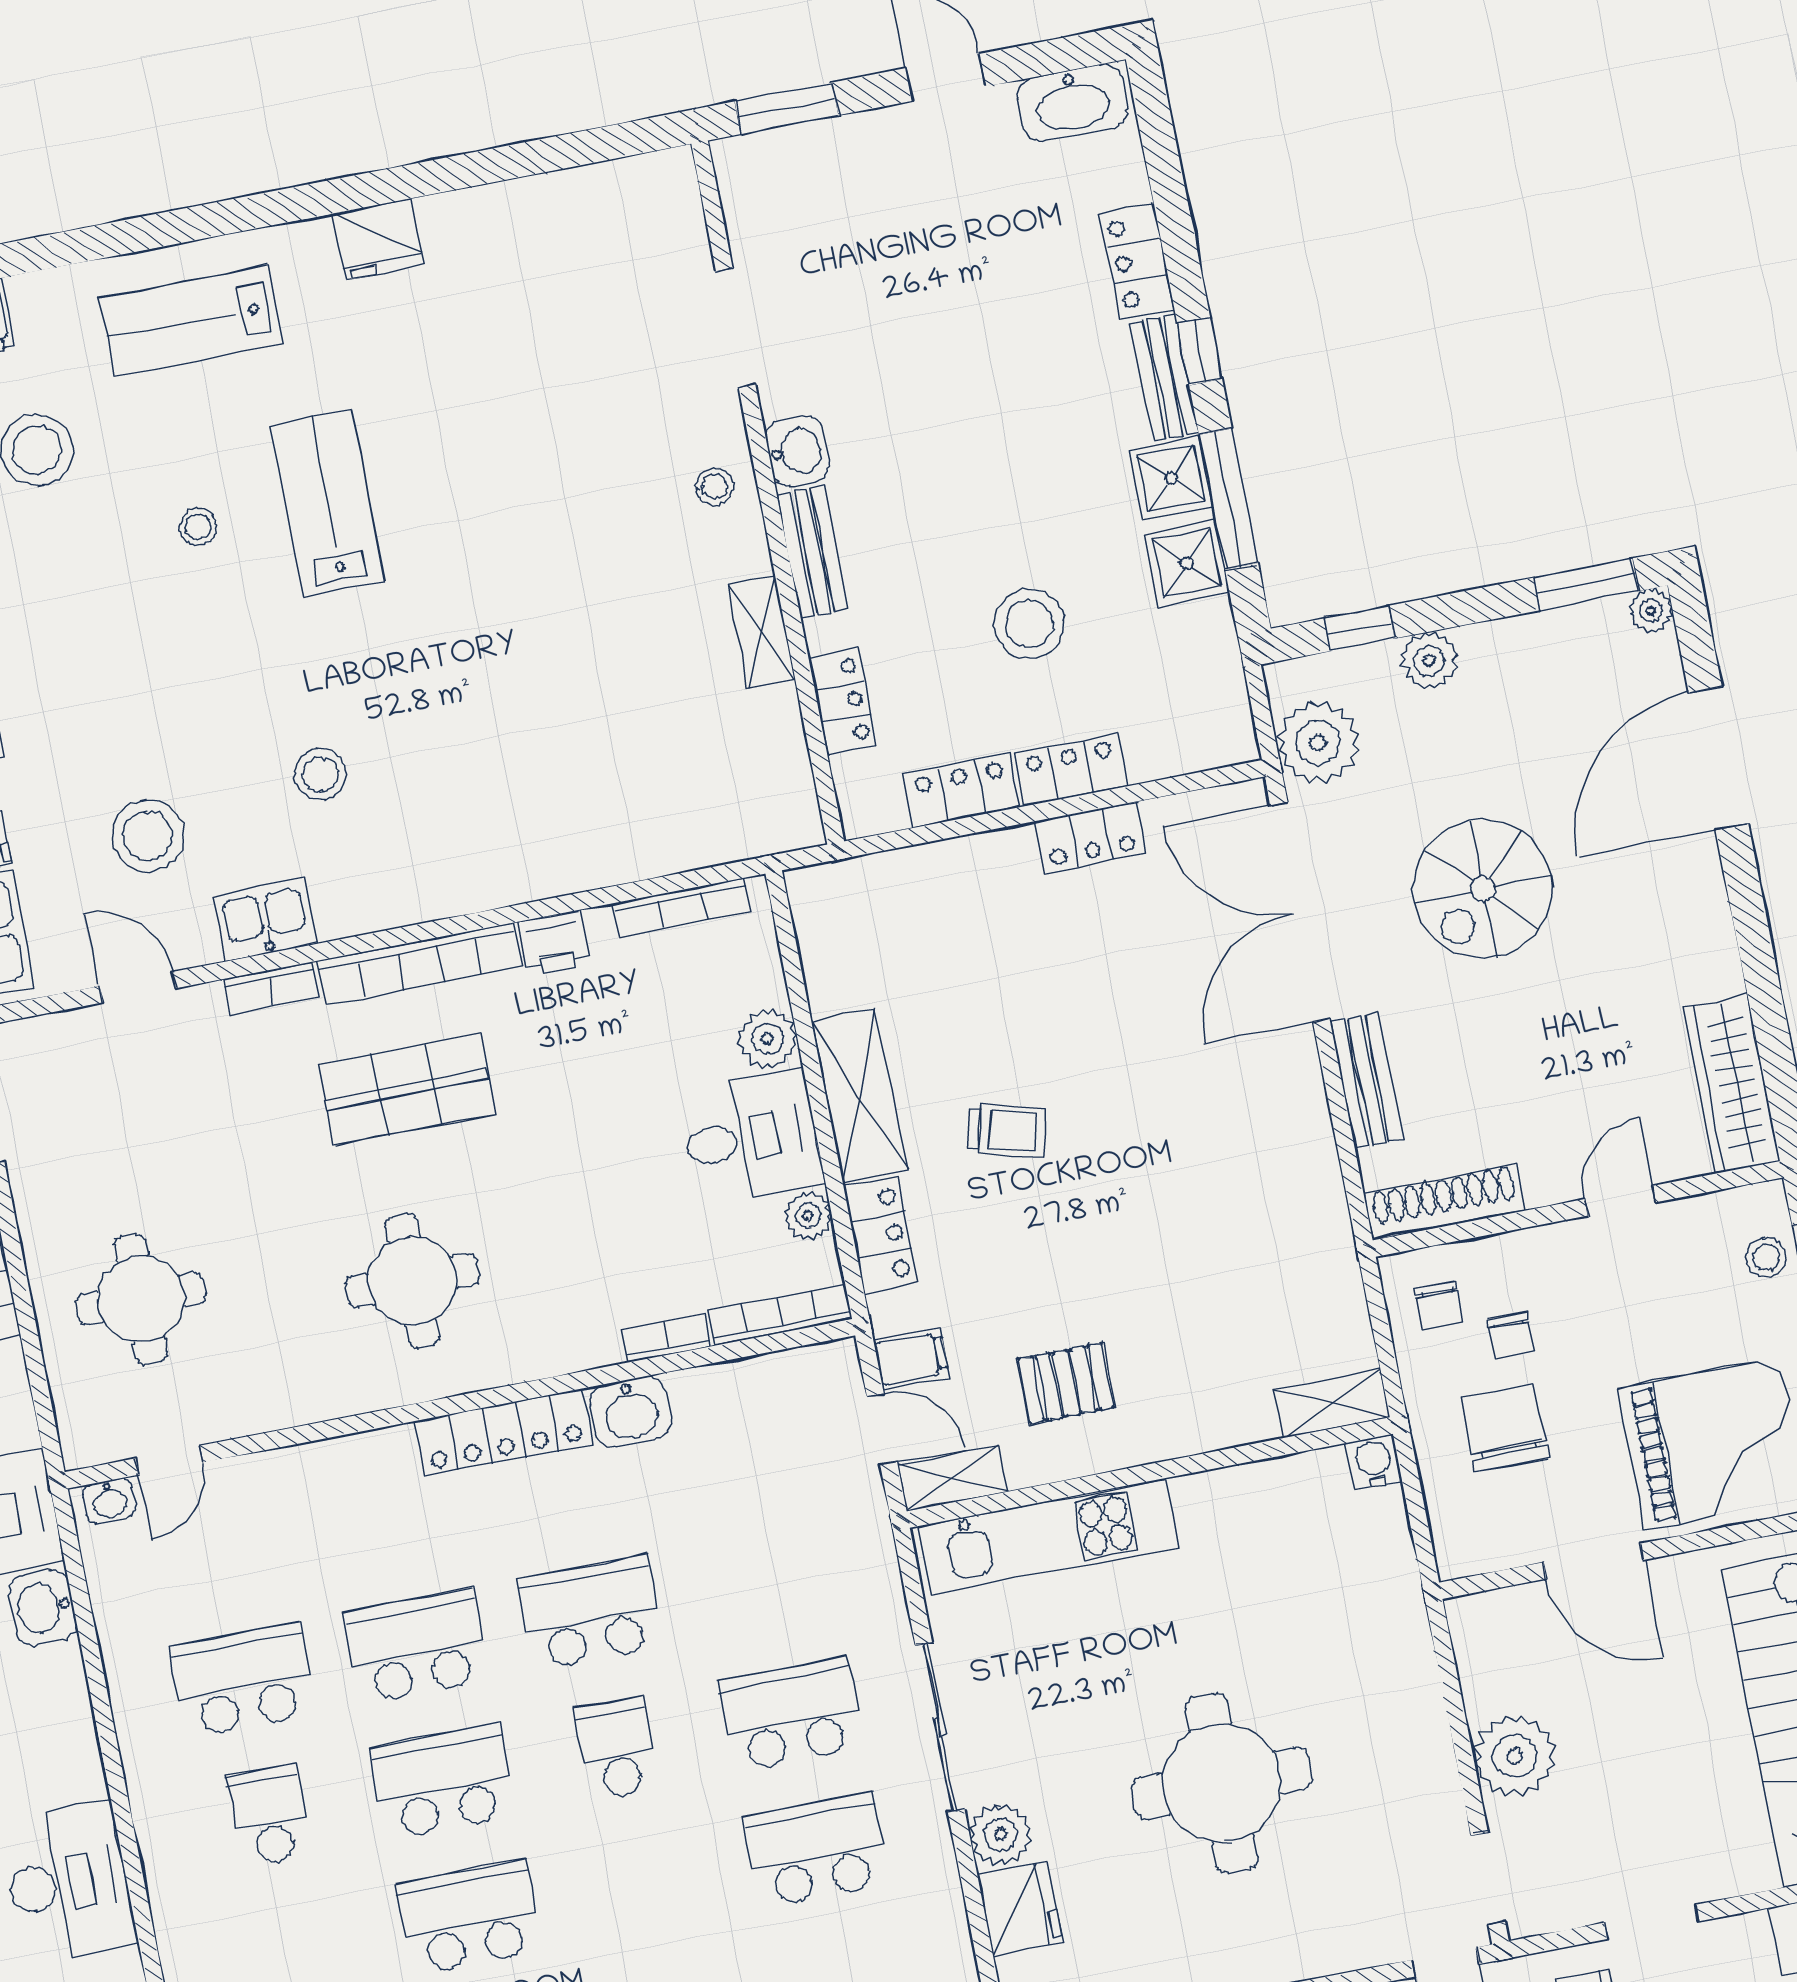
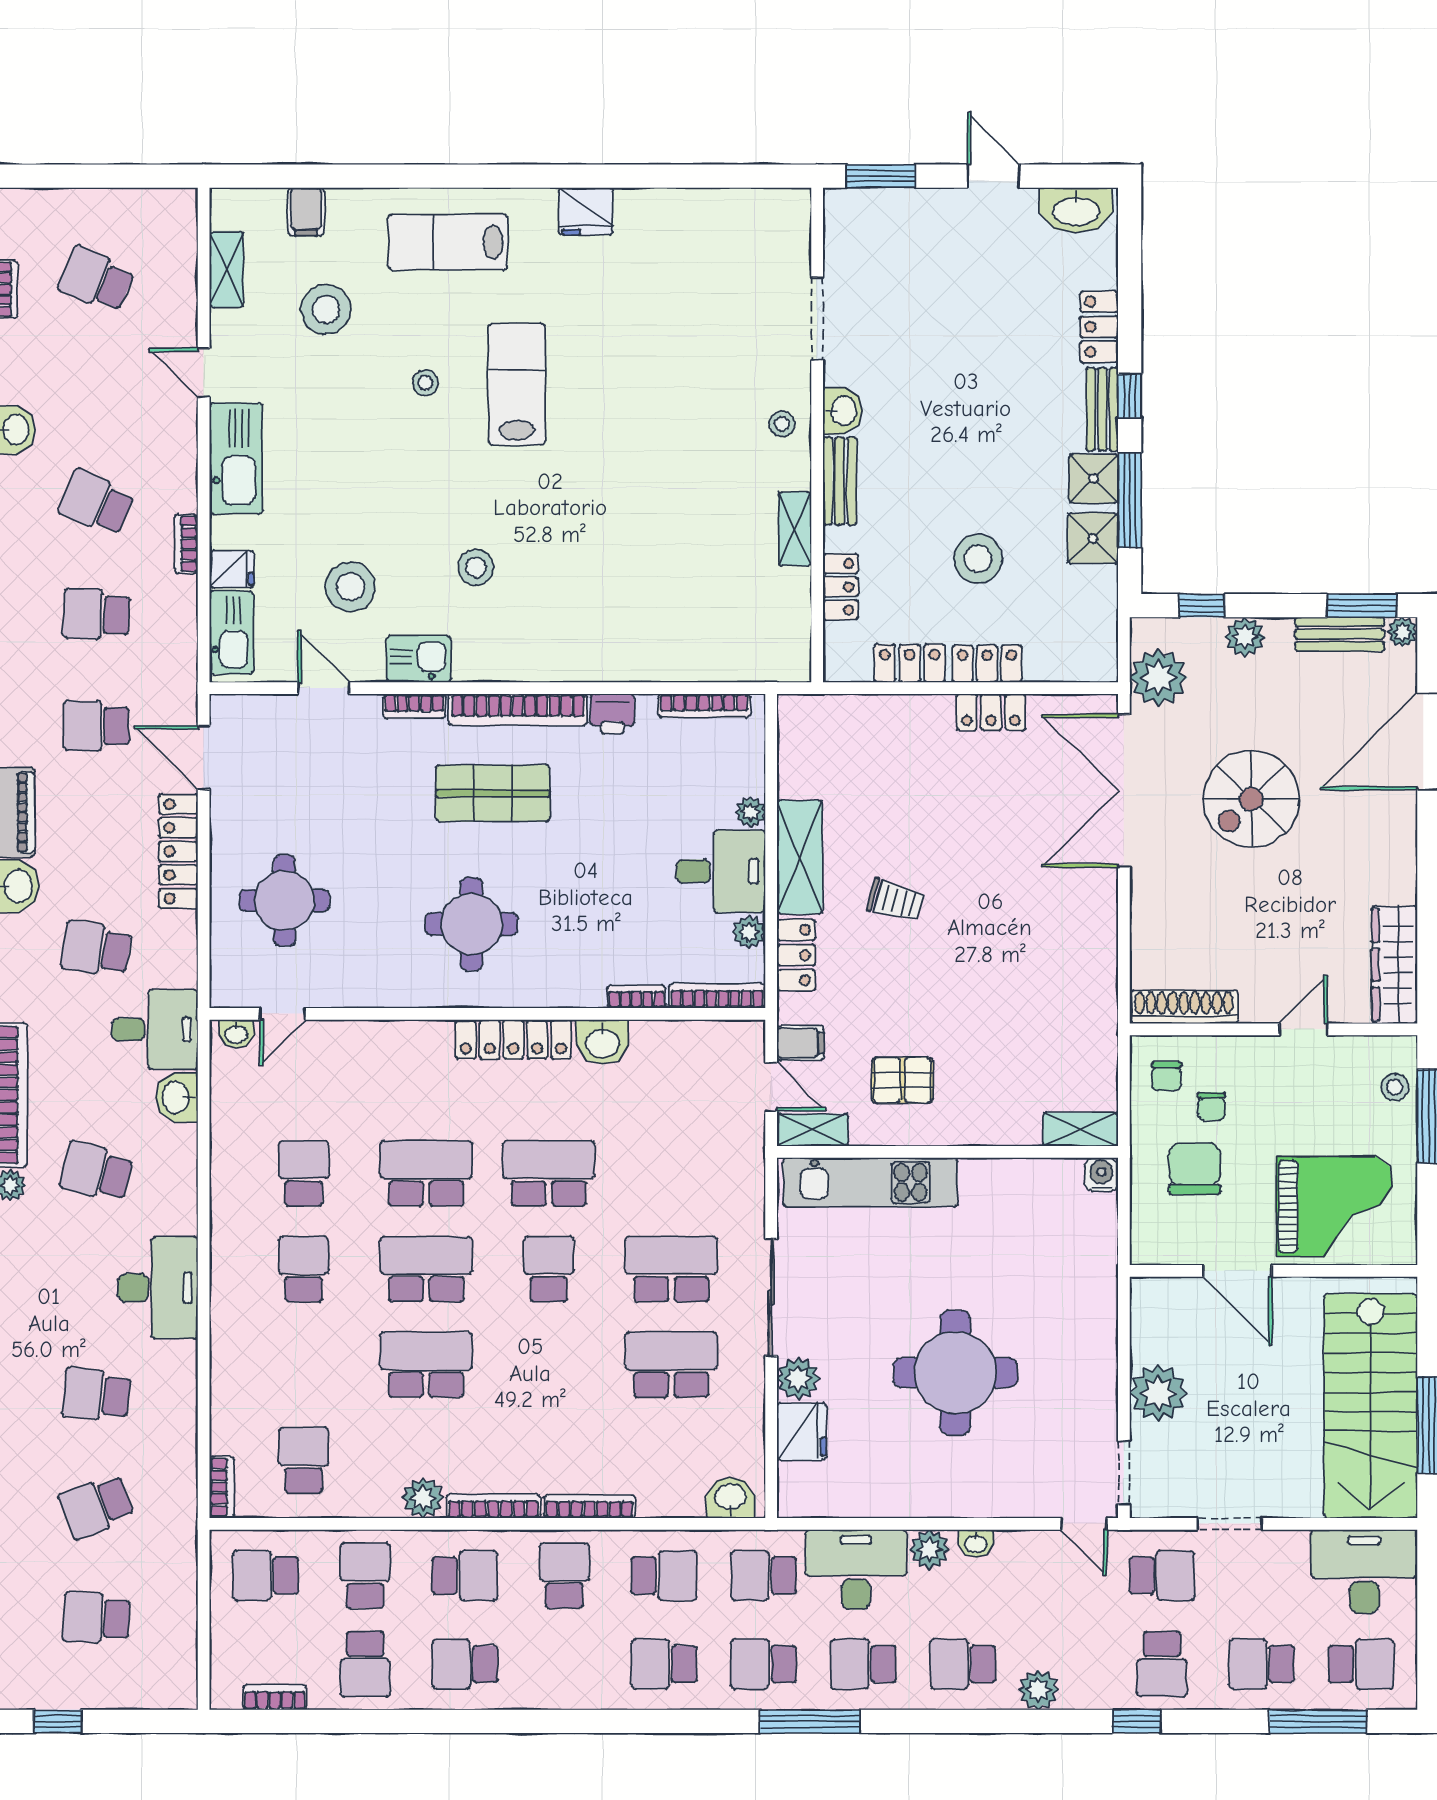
plant: (767, 1039) -> (750, 812), width x0.73, depth x0.73
bench: (1366, 1080) -> (1340, 634), moved, turned 90
school desk: (243, 1680) -> (304, 1173), width x0.54

